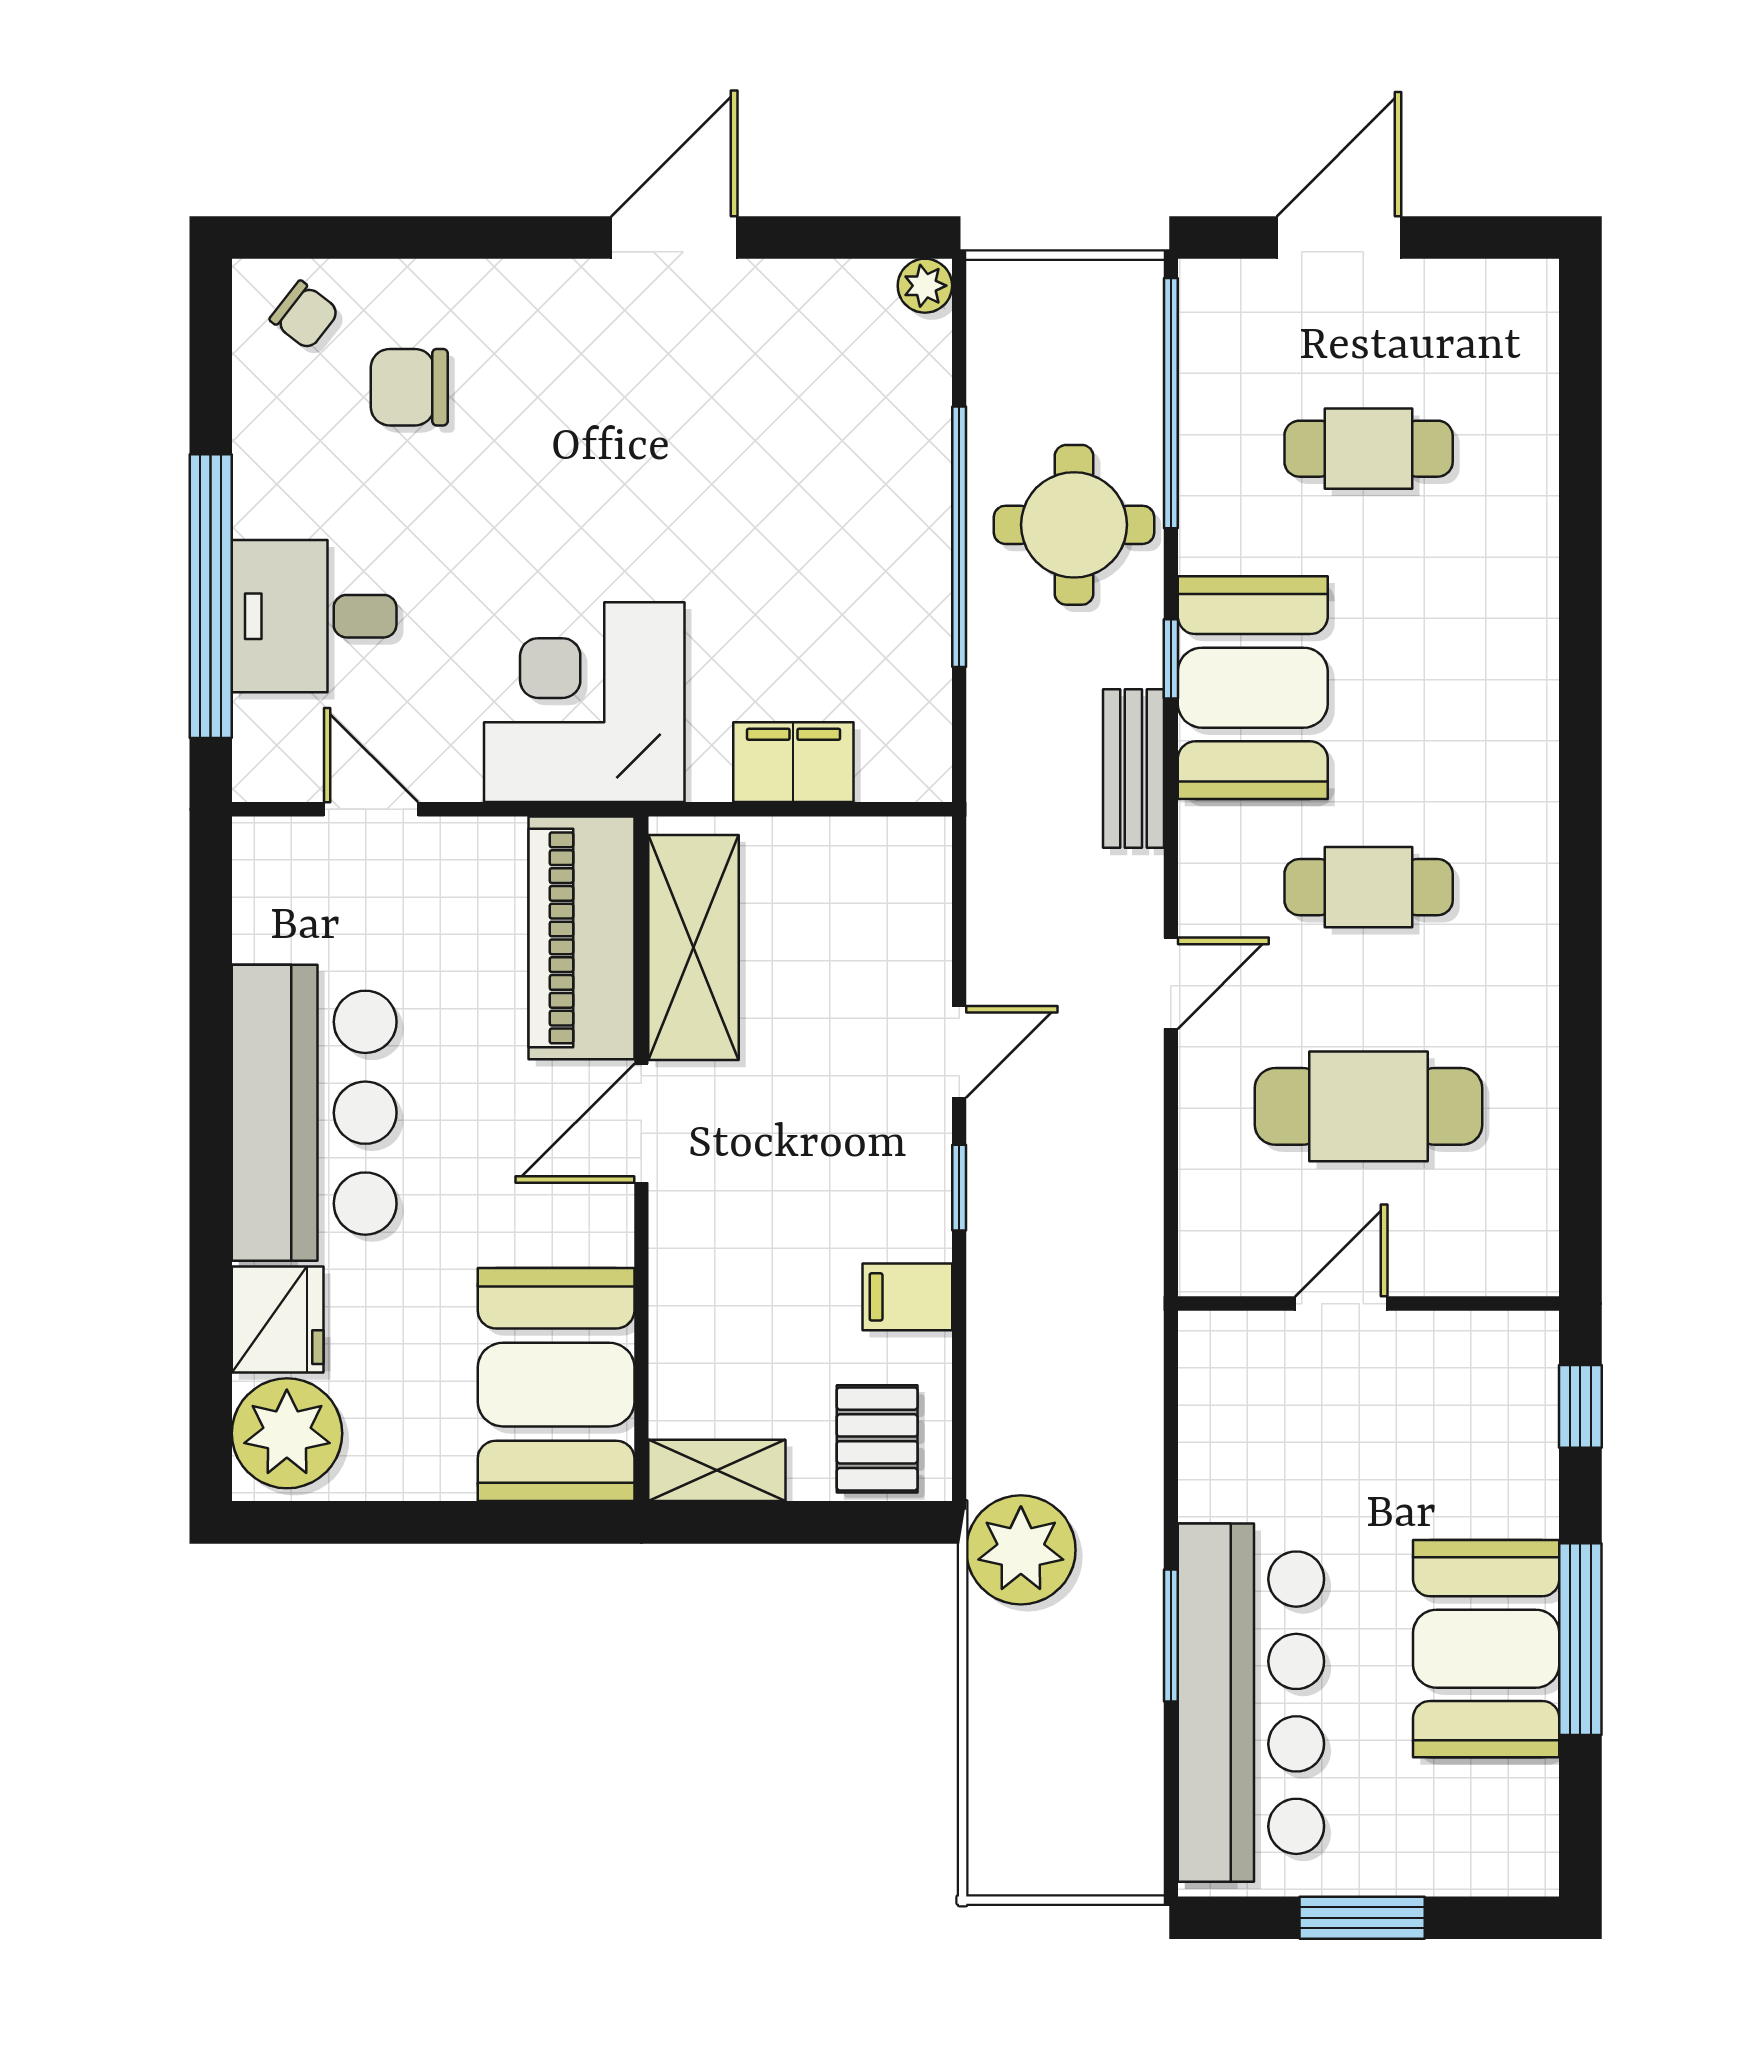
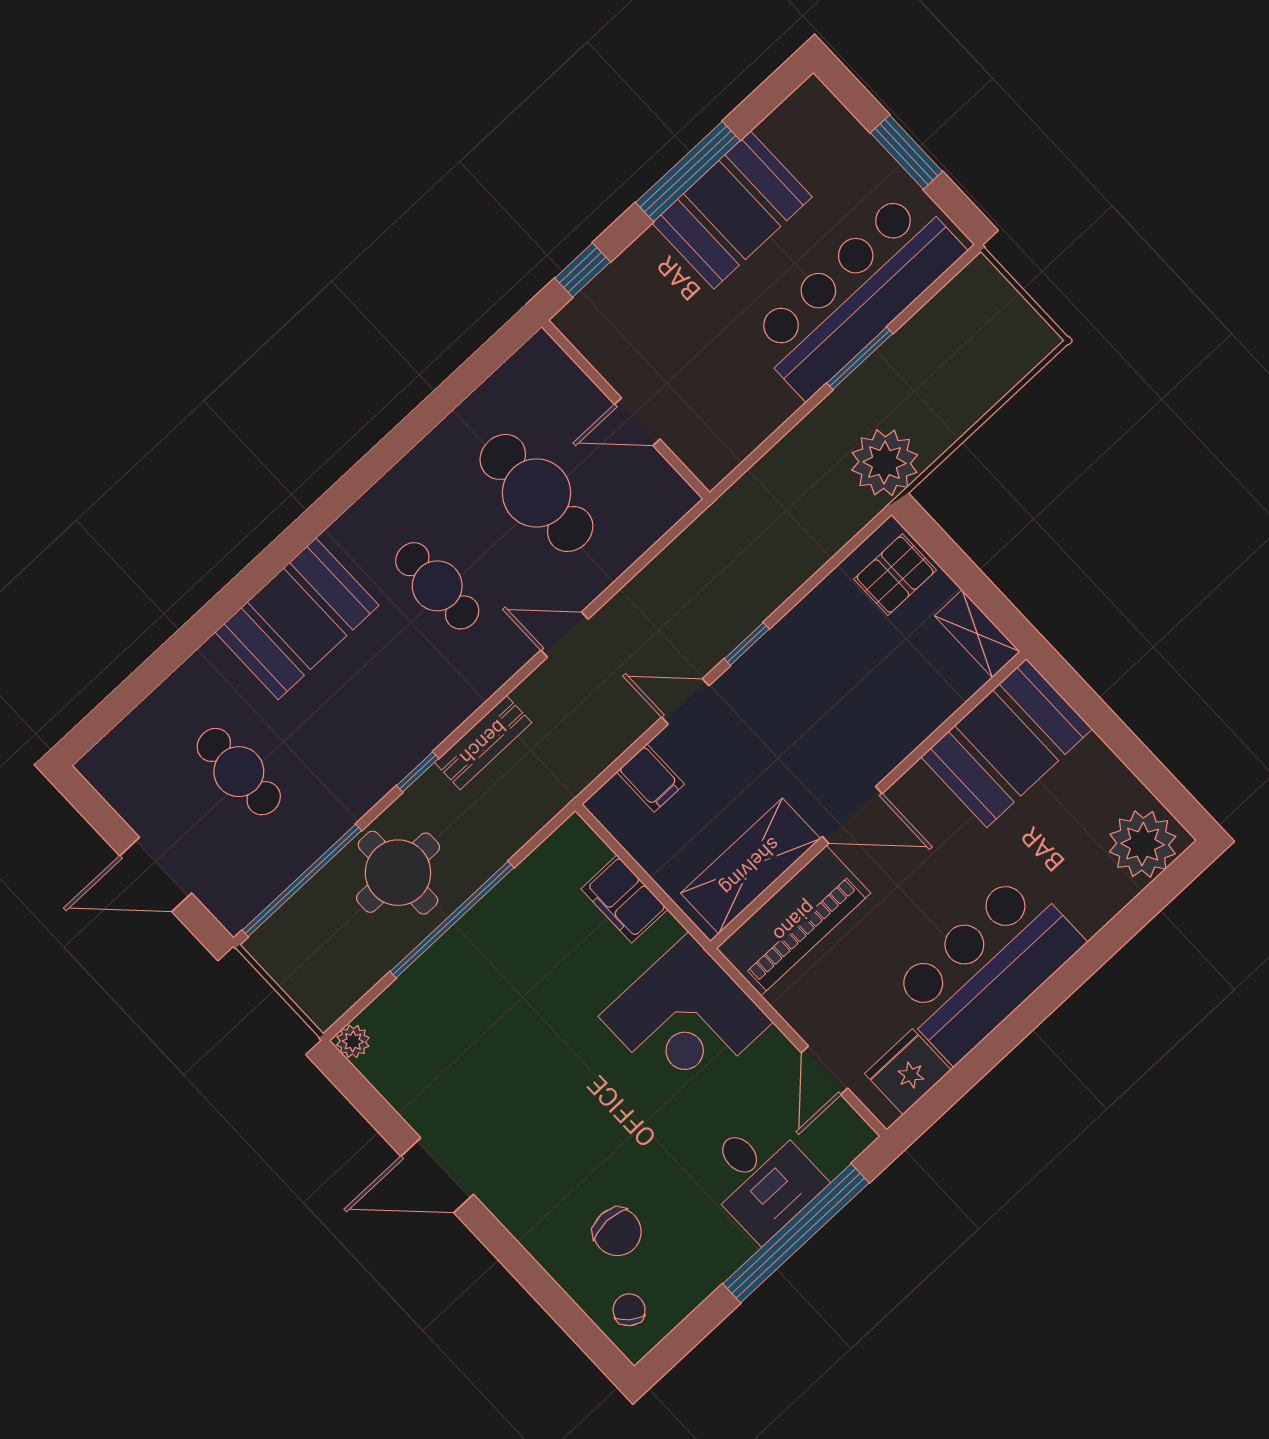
booth: (1253, 688) -> (297, 619), moved
filing cabinet: (907, 1297) -> (650, 778), moved
fridge: (278, 1320) -> (908, 1072), moved

